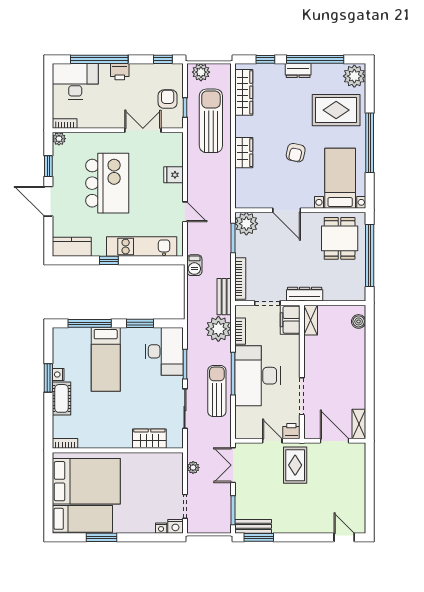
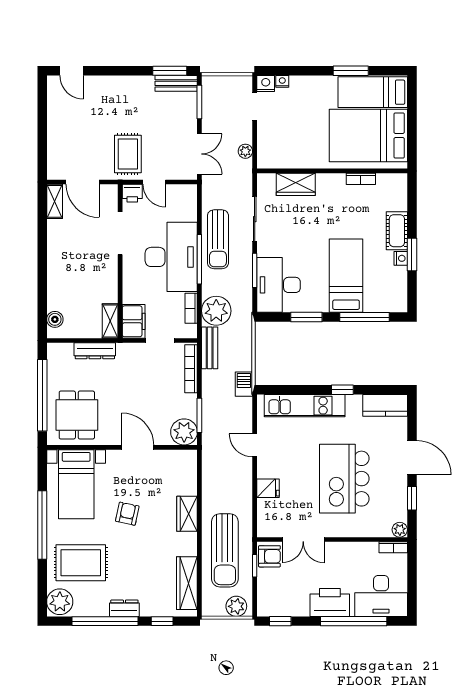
printer: (120, 72) -> (330, 602), width x1.87, depth x1.48
armchair: (168, 99) -> (269, 556), moved, turned -90
dresser: (305, 294) -> (95, 351), moved
bookcase: (65, 443) -> (361, 179), moved

